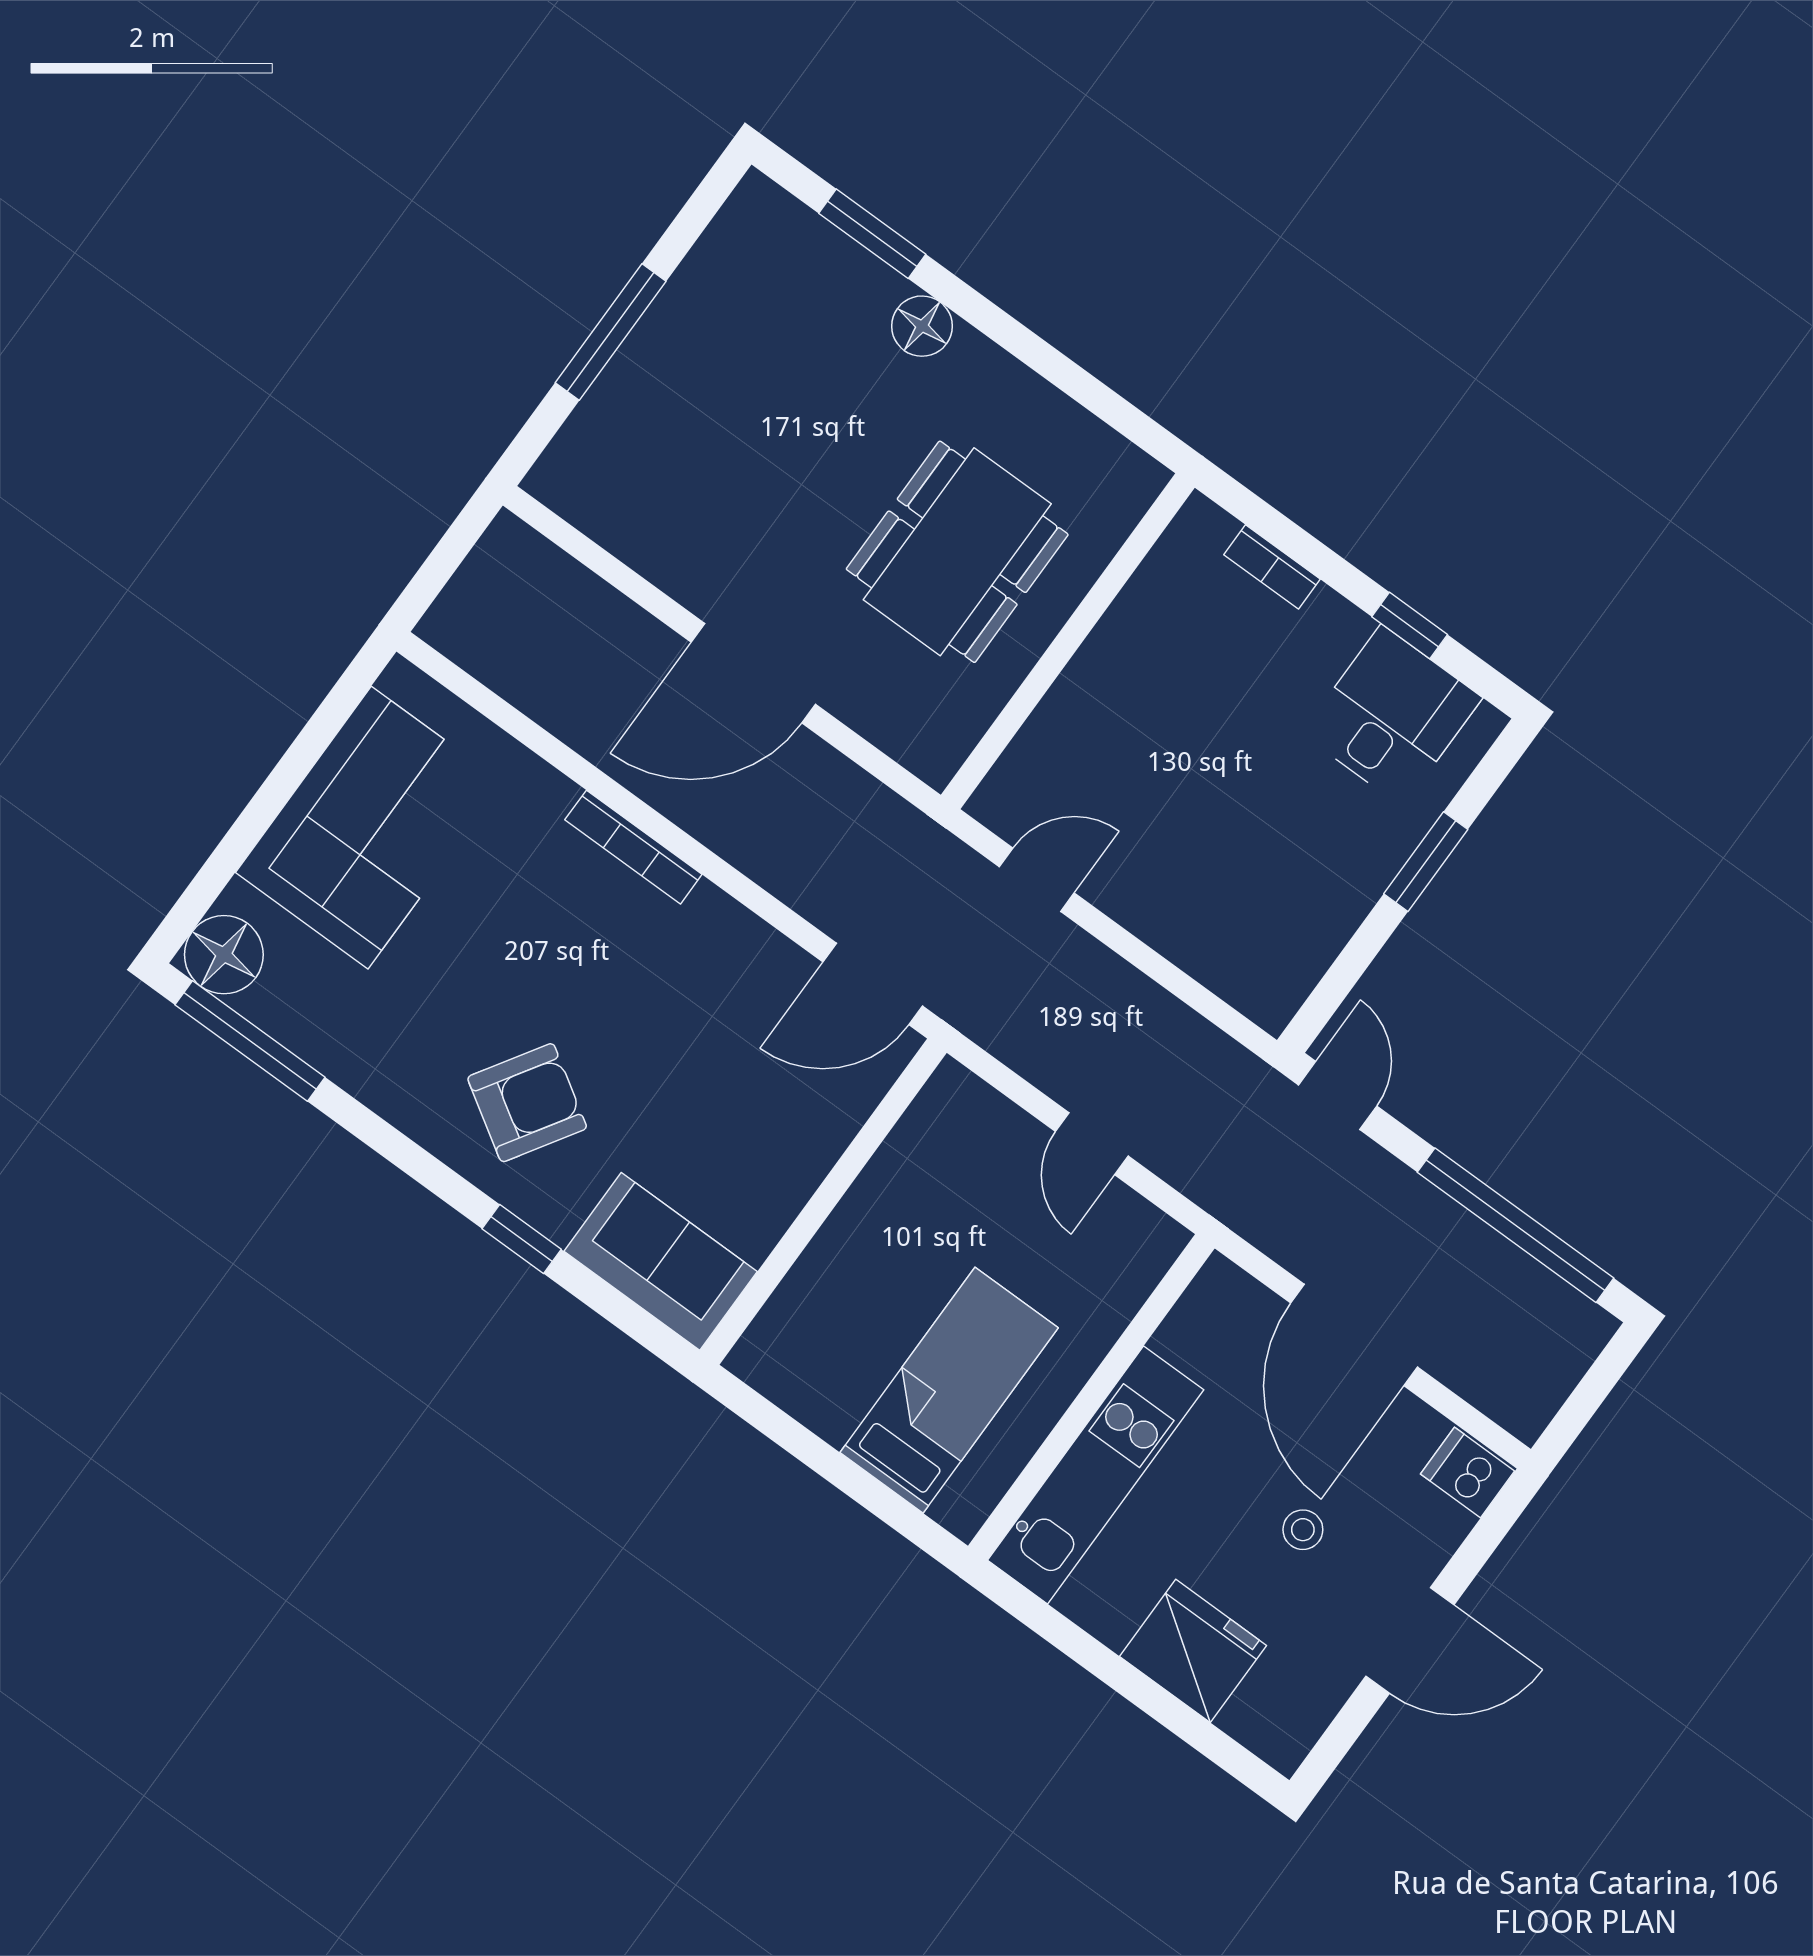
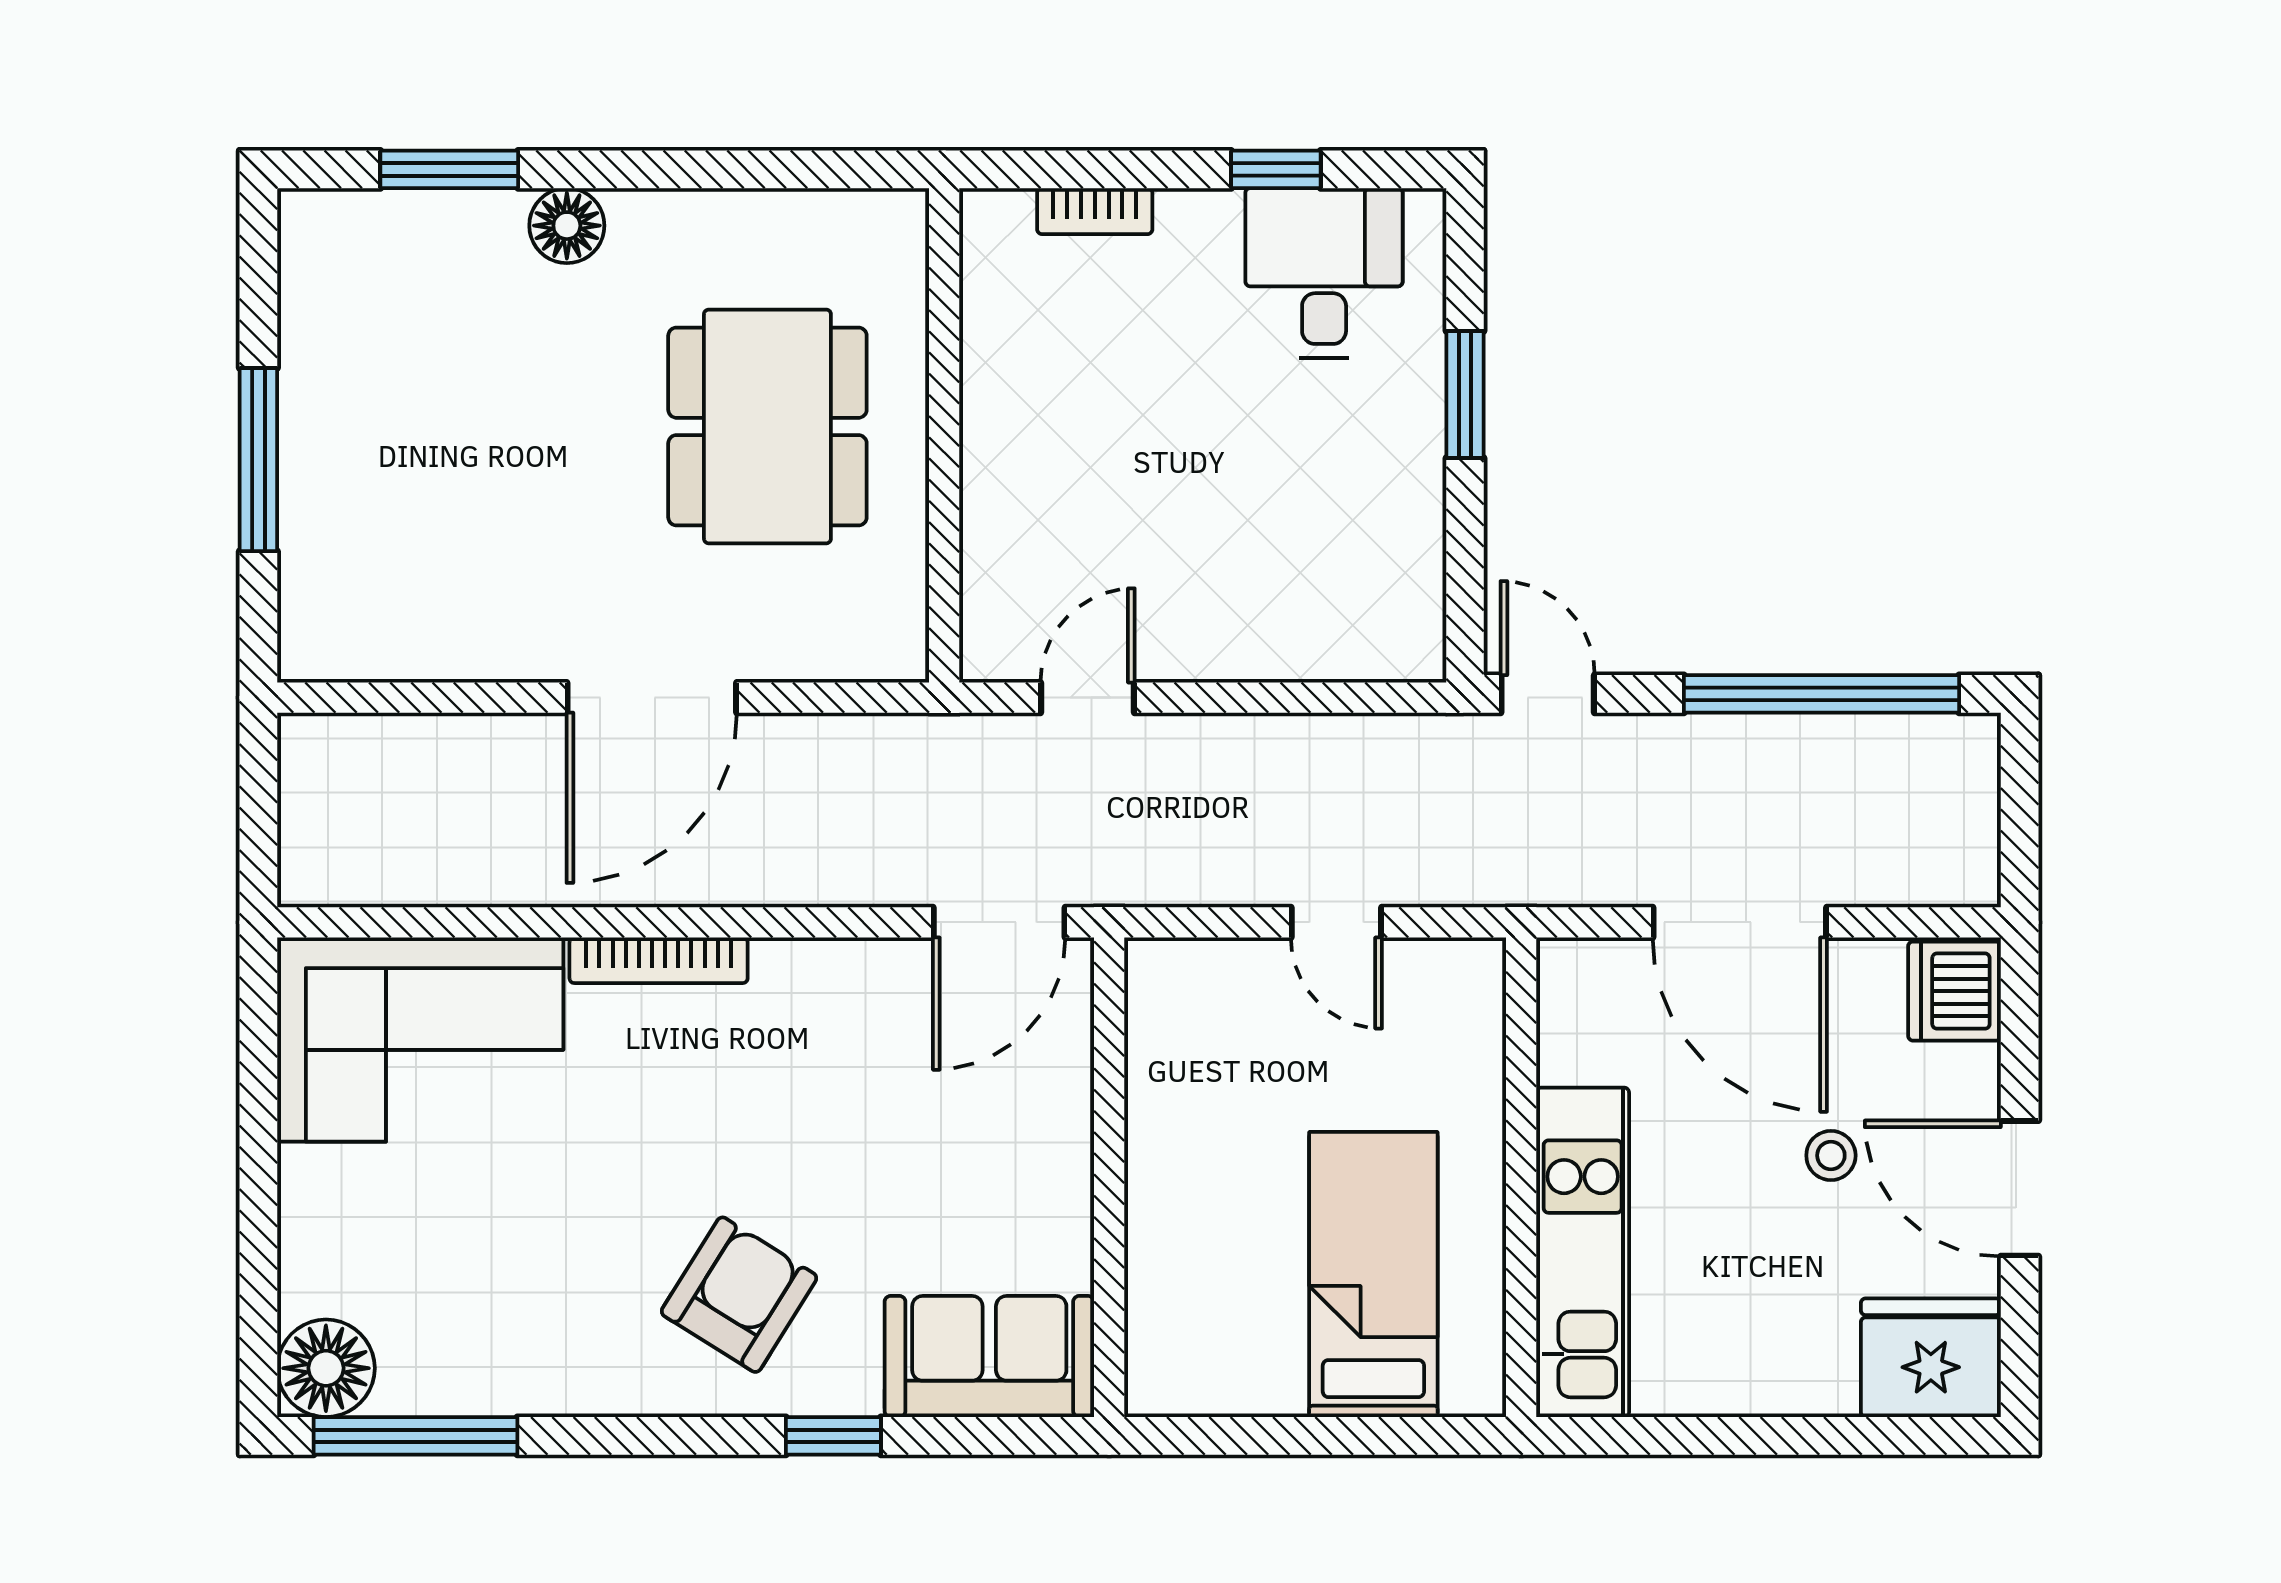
corner sofa: (370, 828) -> (420, 1040), moved, turned 90
dishwasher: (1468, 1473) -> (1954, 991), width x1.38
door: (1410, 1641) -> (2020, 1188), swing flipped
fridge: (1193, 1651) -> (1931, 1358), moved

